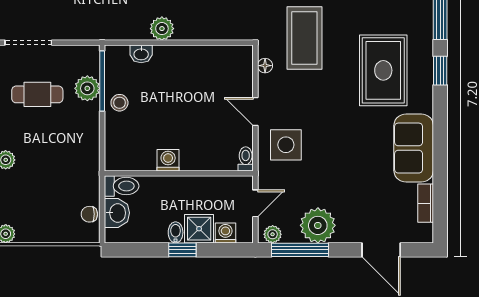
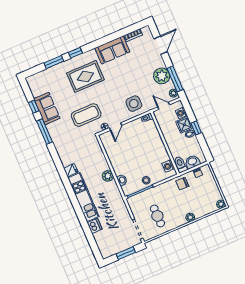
plant: (87, 88) -> (146, 196), removed
door: (255, 111) -> (116, 127), moved
washing machine: (168, 160) -> (168, 166), moved
chair: (81, 173) -> (182, 184), added

